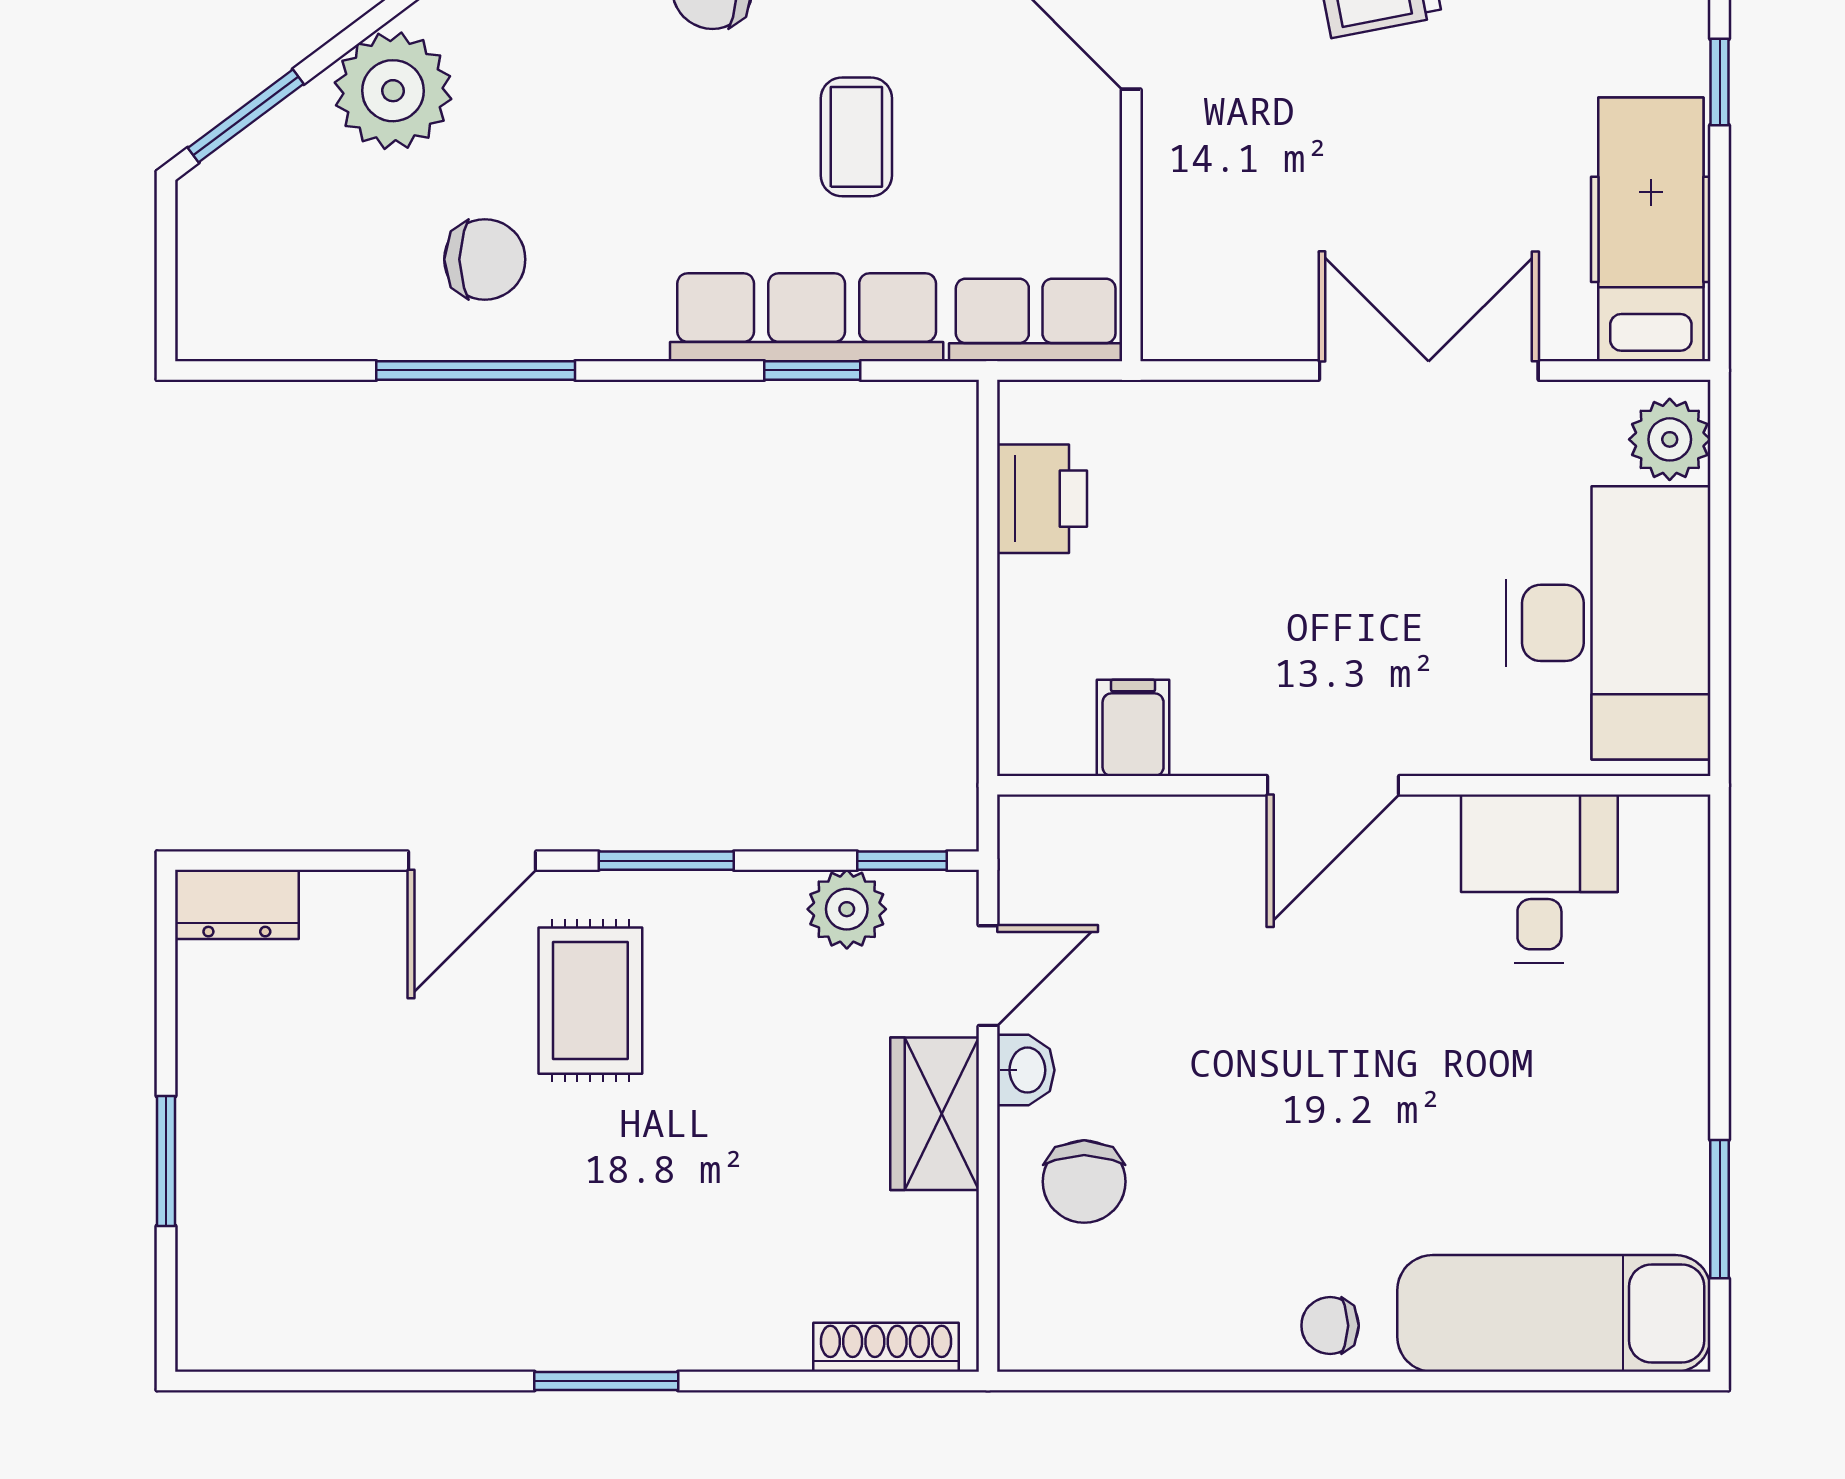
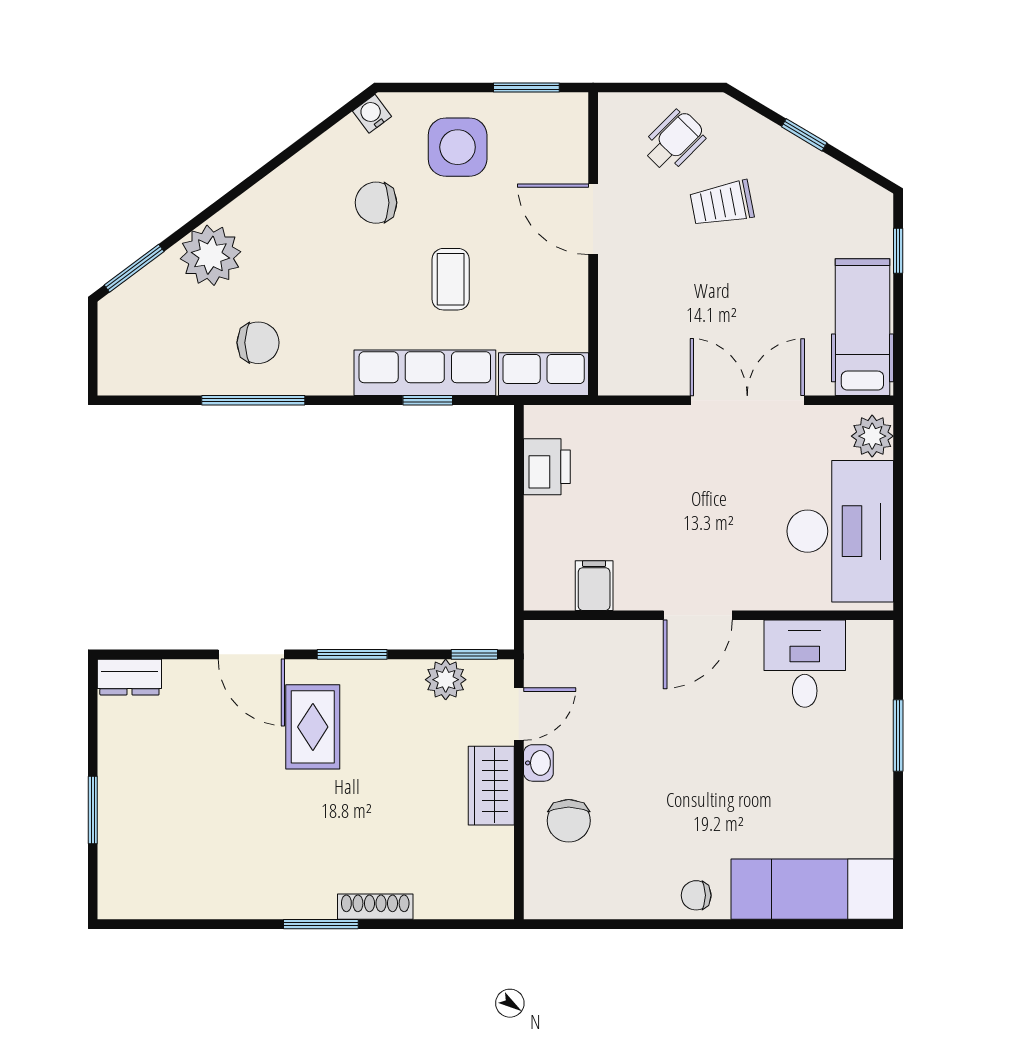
door: (472, 861) -> (251, 654), hinge flipped
window: (1720, 1209) -> (898, 735), moved
shoe rack: (886, 1347) -> (375, 907), moved

